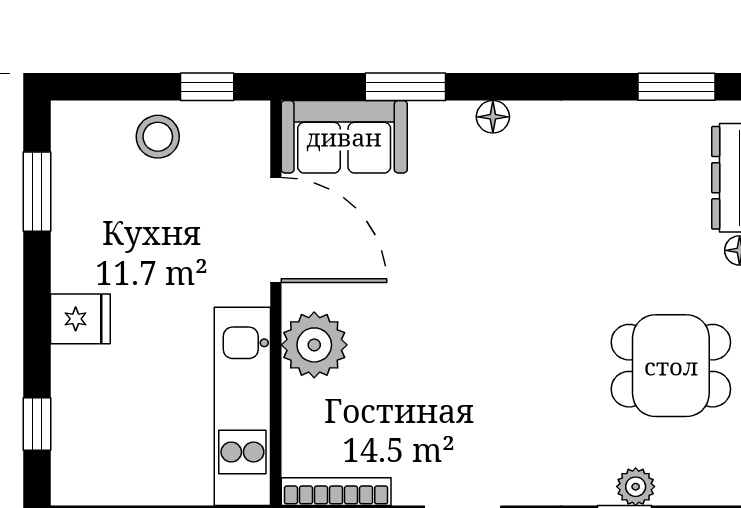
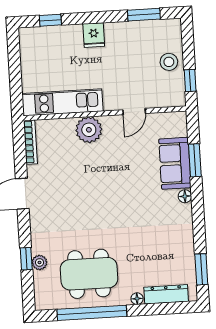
sofa: (344, 137) -> (175, 163), moved
door: (276, 230) -> (134, 112), width x0.53
dining table: (671, 366) -> (89, 274), width x1.38

